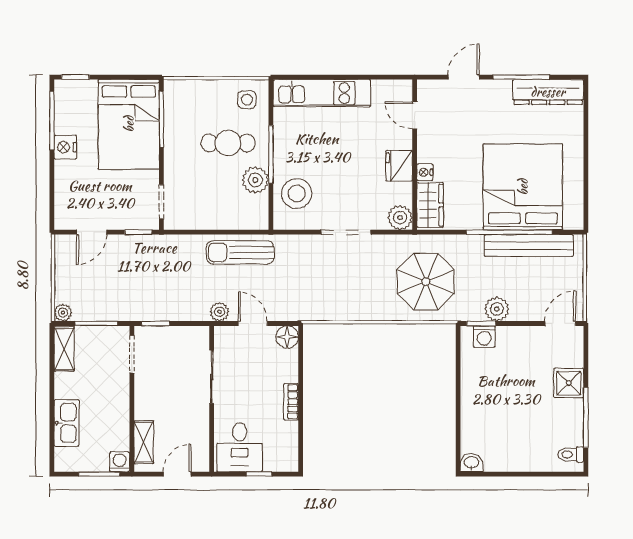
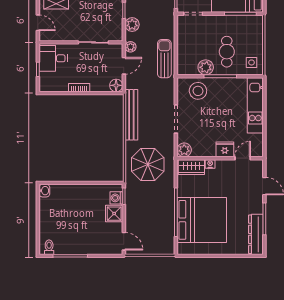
fridge: (399, 166) -> (225, 149), moved
bench: (529, 246) -> (131, 115), moved
plant: (497, 309) -> (132, 25), moved
shower: (569, 383) -> (114, 214), moved

